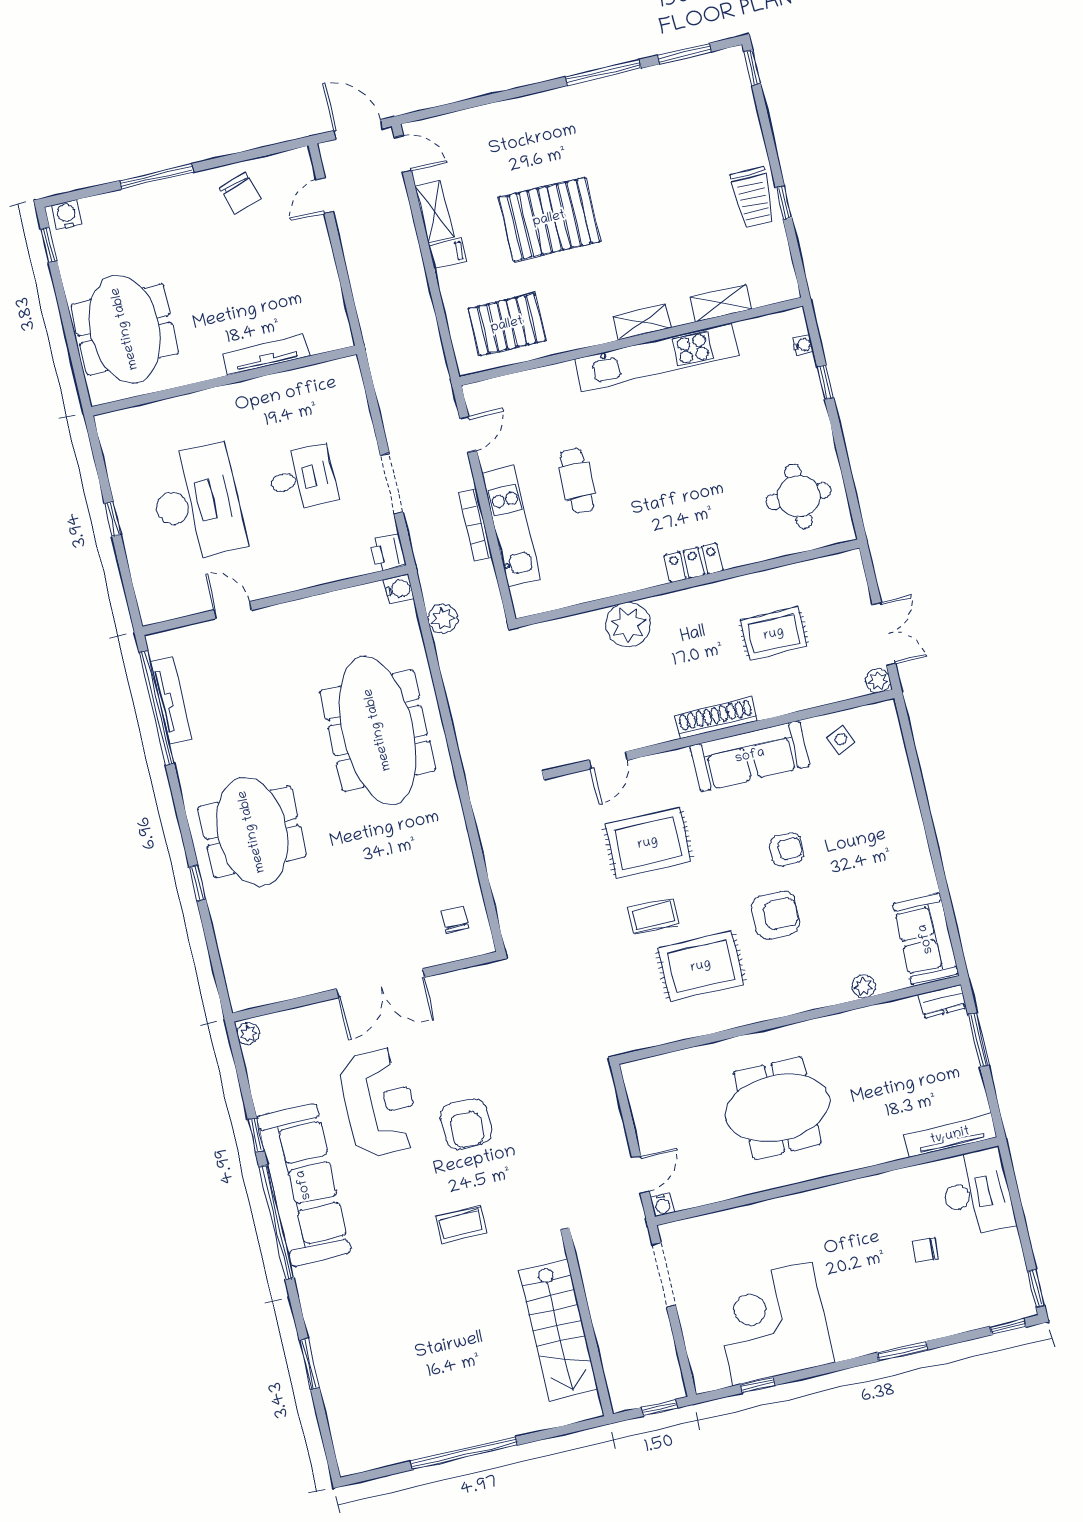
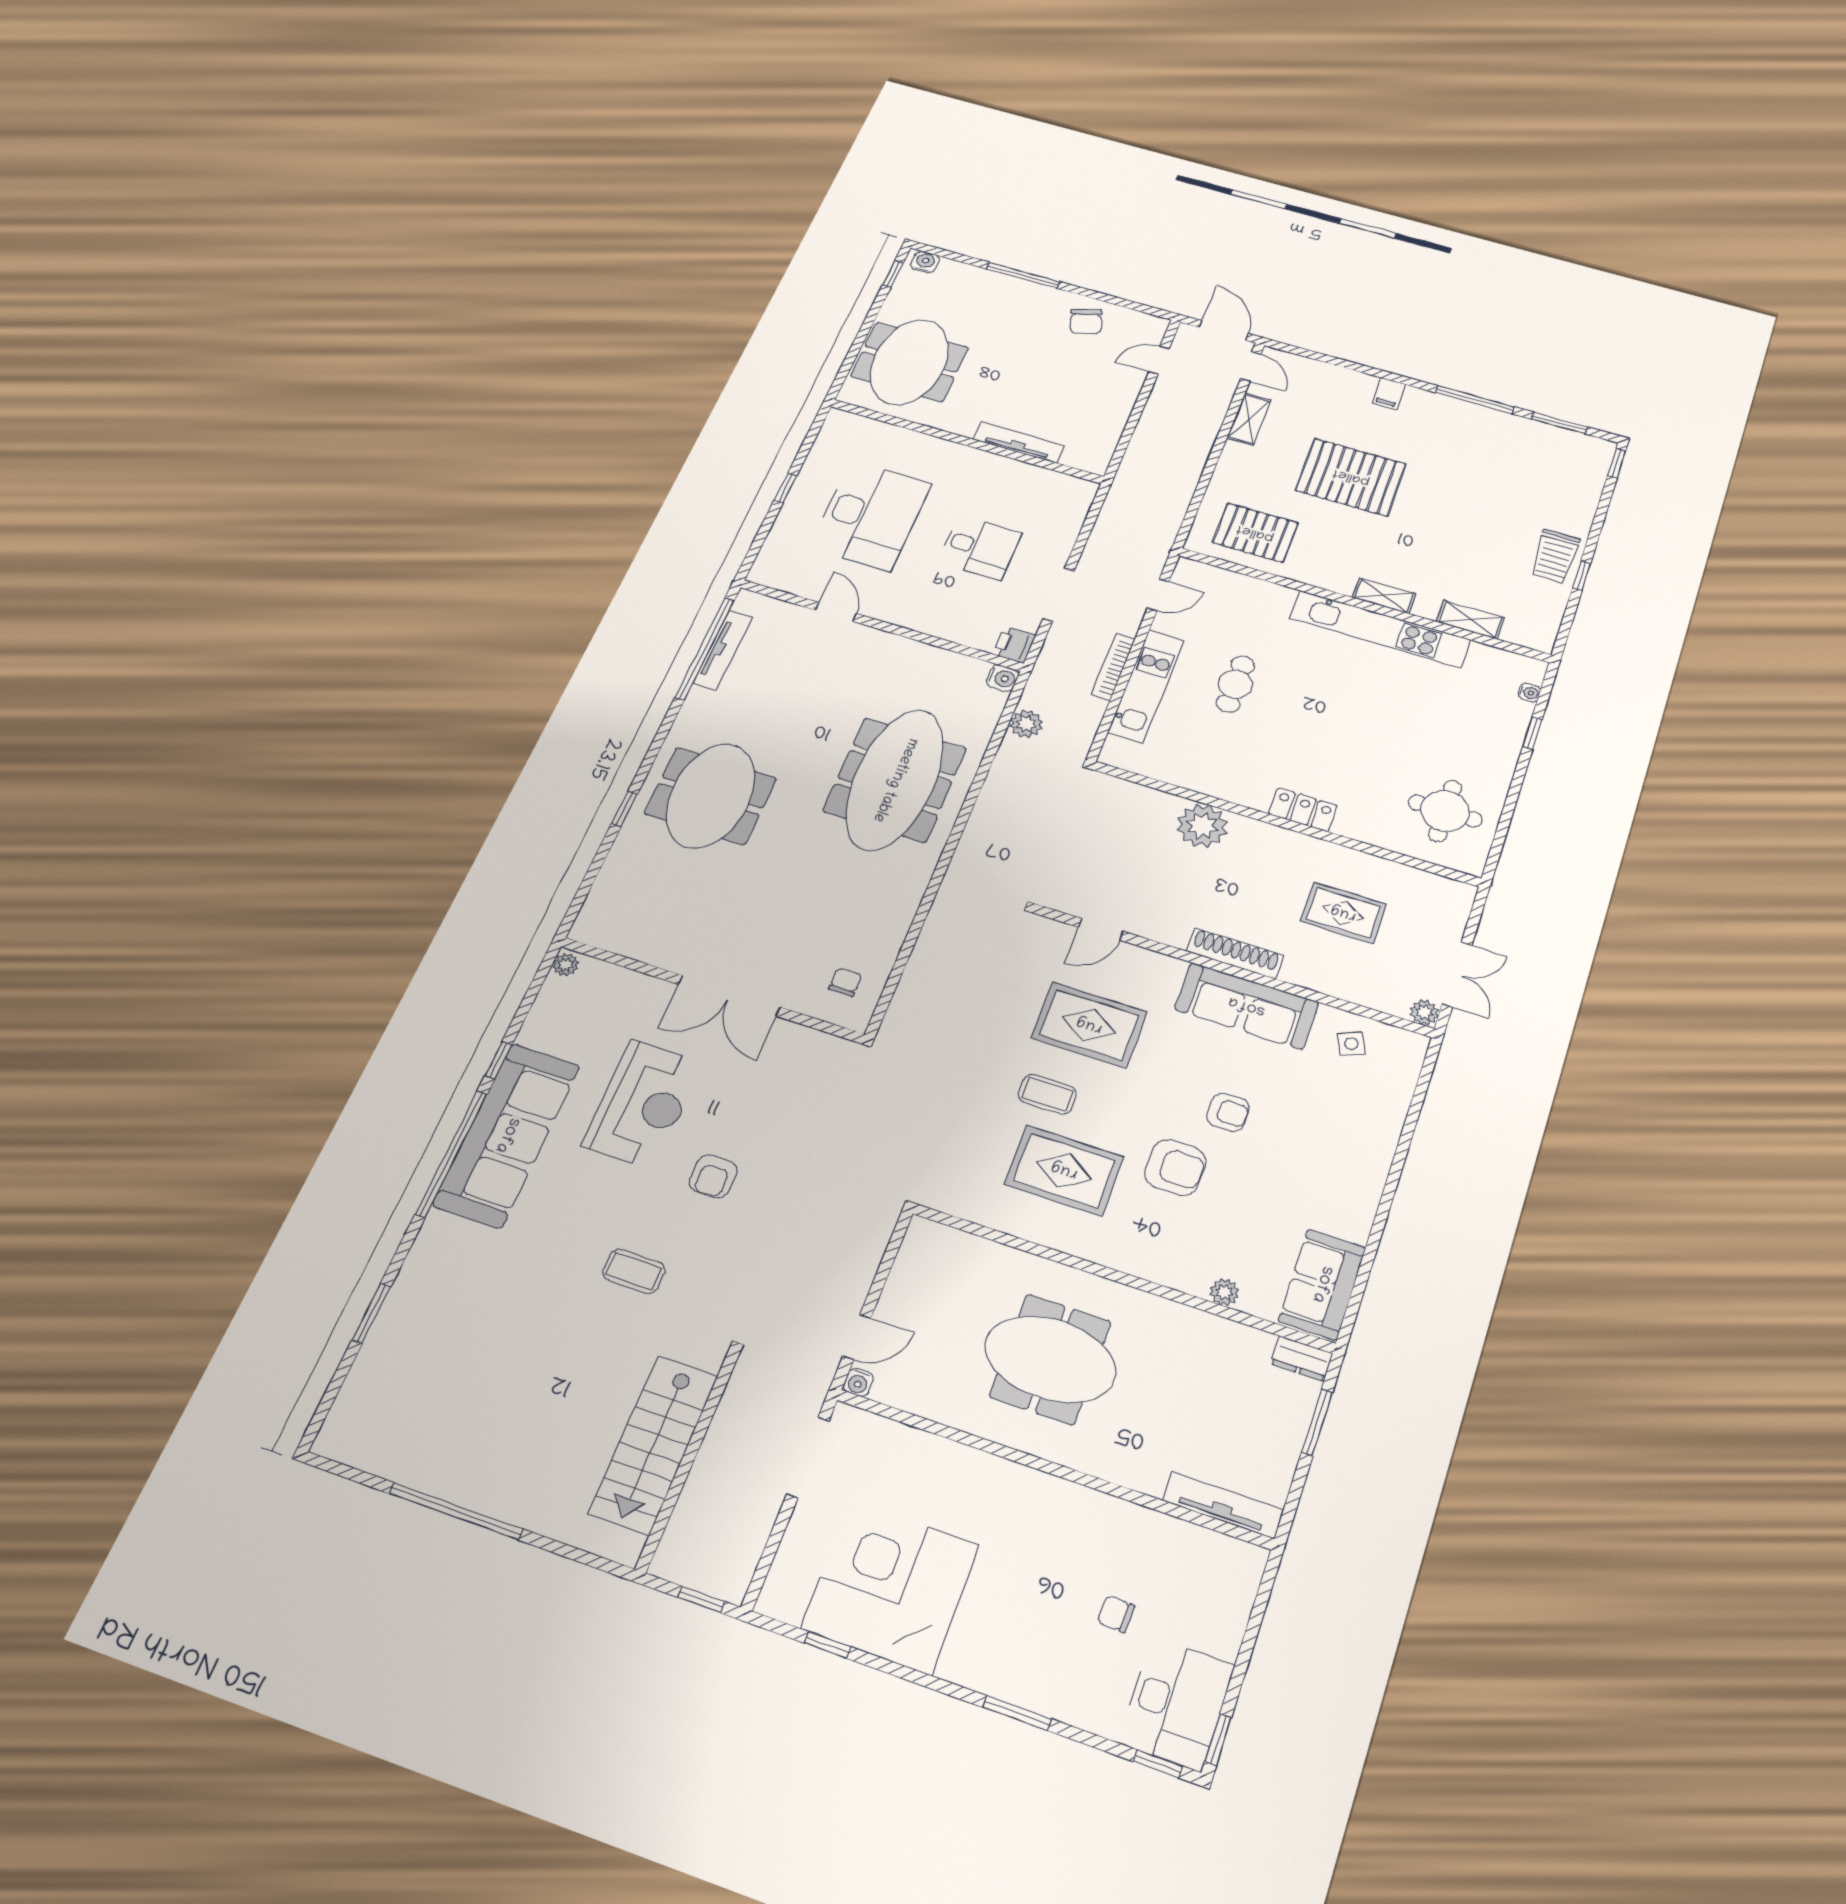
filing cabinet: (447, 253) -> (1389, 393), moved, turned 90
armchair: (466, 1124) -> (713, 1176), width x0.72, depth x0.72
desk: (977, 1193) -> (1177, 1703), moved

